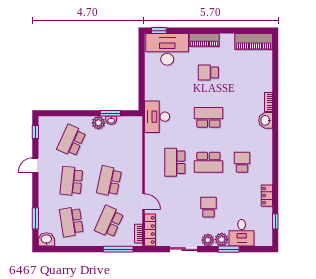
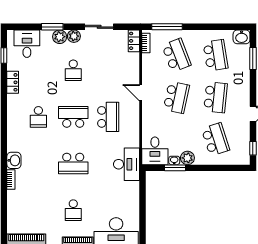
school desk: (208, 72) -> (73, 210), turned 90
desk: (130, 130) -> (155, 151), added
school desk: (71, 141) -> (215, 139), turned -42
door: (143, 202) -> (141, 93), moved
school desk: (109, 222) -> (176, 55), turned -45
locker: (150, 230) -> (134, 41), width x0.66
desk: (242, 233) -> (27, 44), moved

